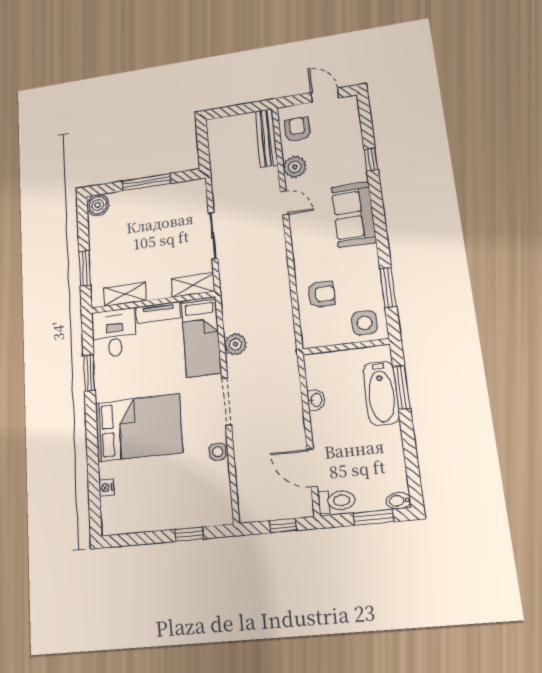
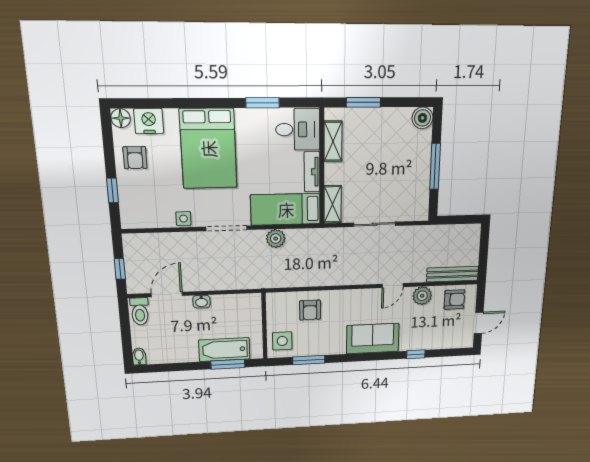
washbasin: (316, 400) -> (201, 302), moved
nightstand: (106, 487) -> (149, 121), width x1.89, depth x1.79
armchair: (152, 509) -> (135, 158), added
window: (373, 517) -> (126, 338), removed
floor lamp: (111, 525) -> (121, 118), added

